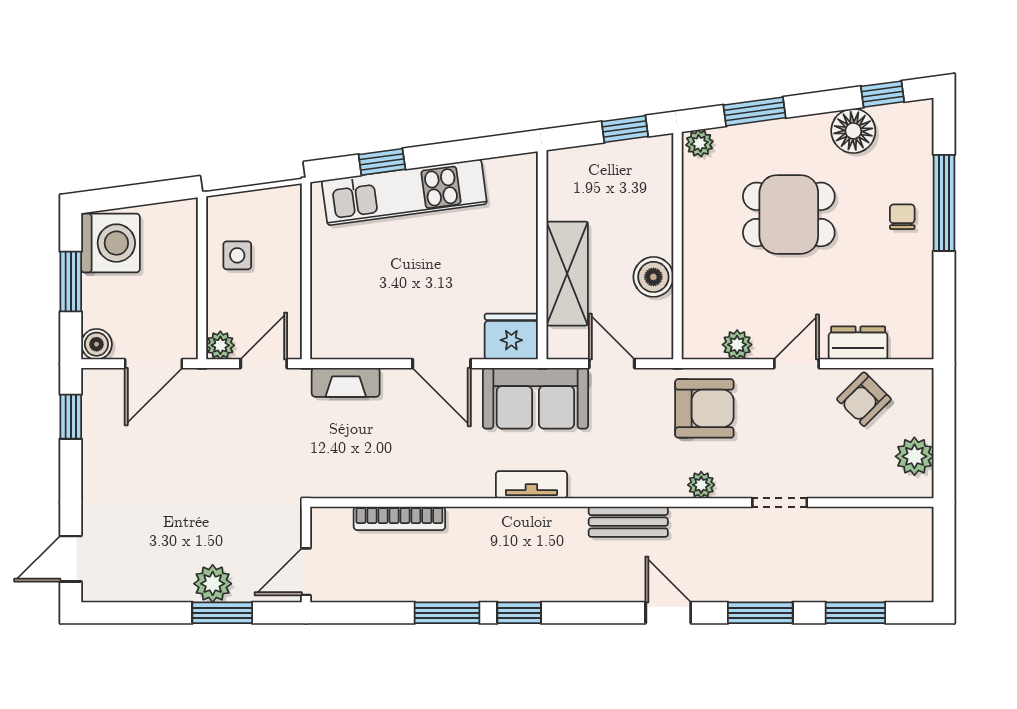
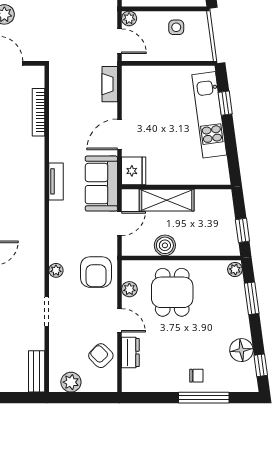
dining table: (789, 214) -> (172, 292), moved
bench: (628, 522) -> (37, 371), moved

